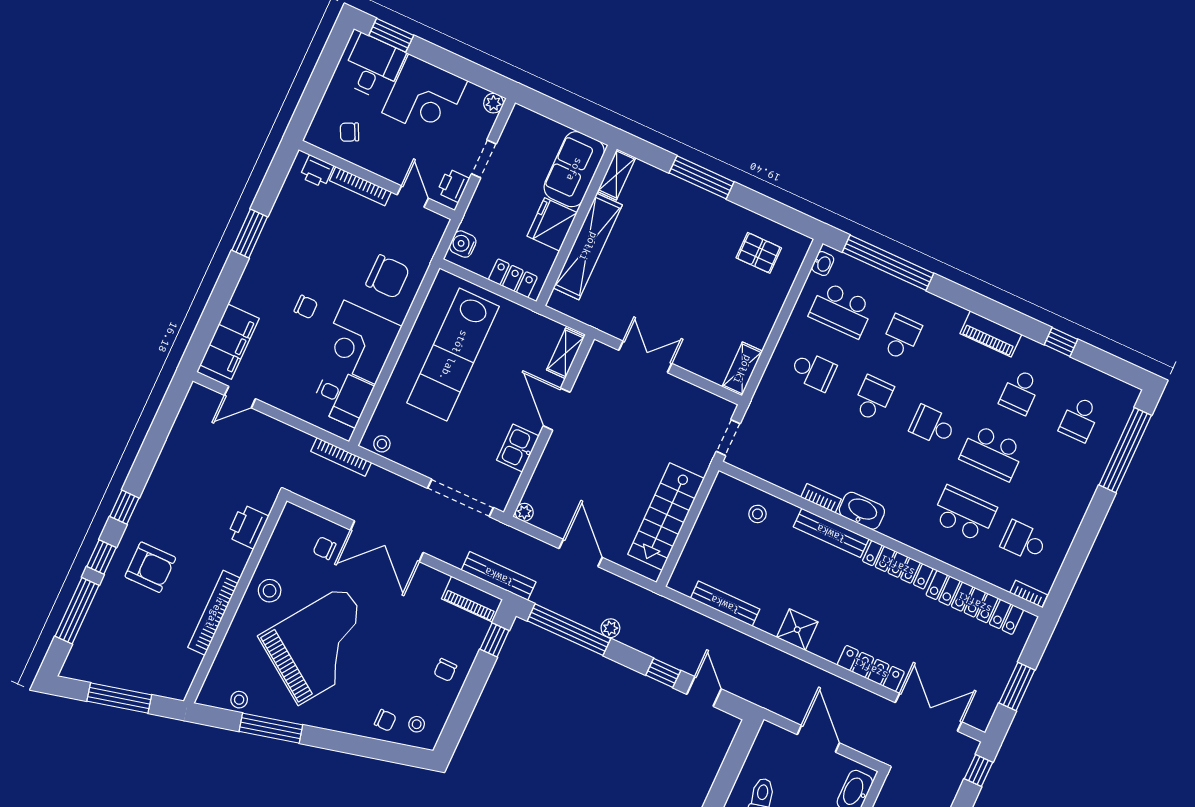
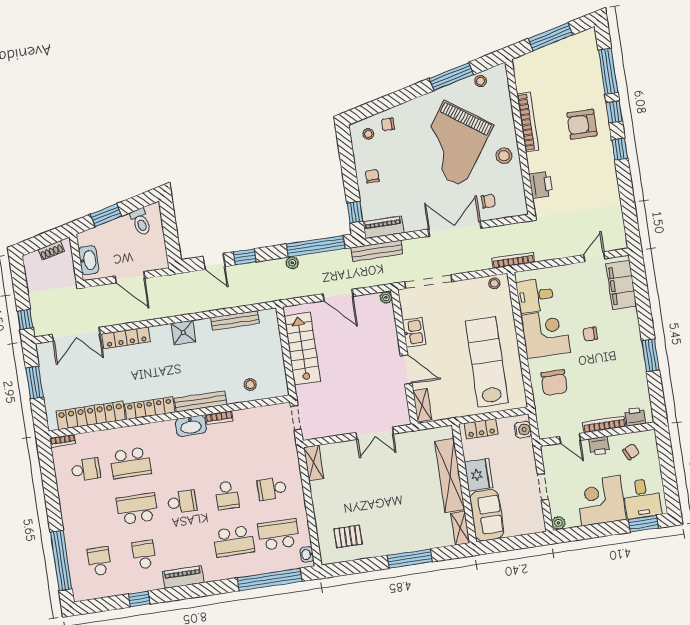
printer: (453, 186) -> (599, 446), moved, turned 90
chair: (388, 277) -> (554, 382), turned -90
school desk: (901, 337) -> (234, 541), width x1.85

